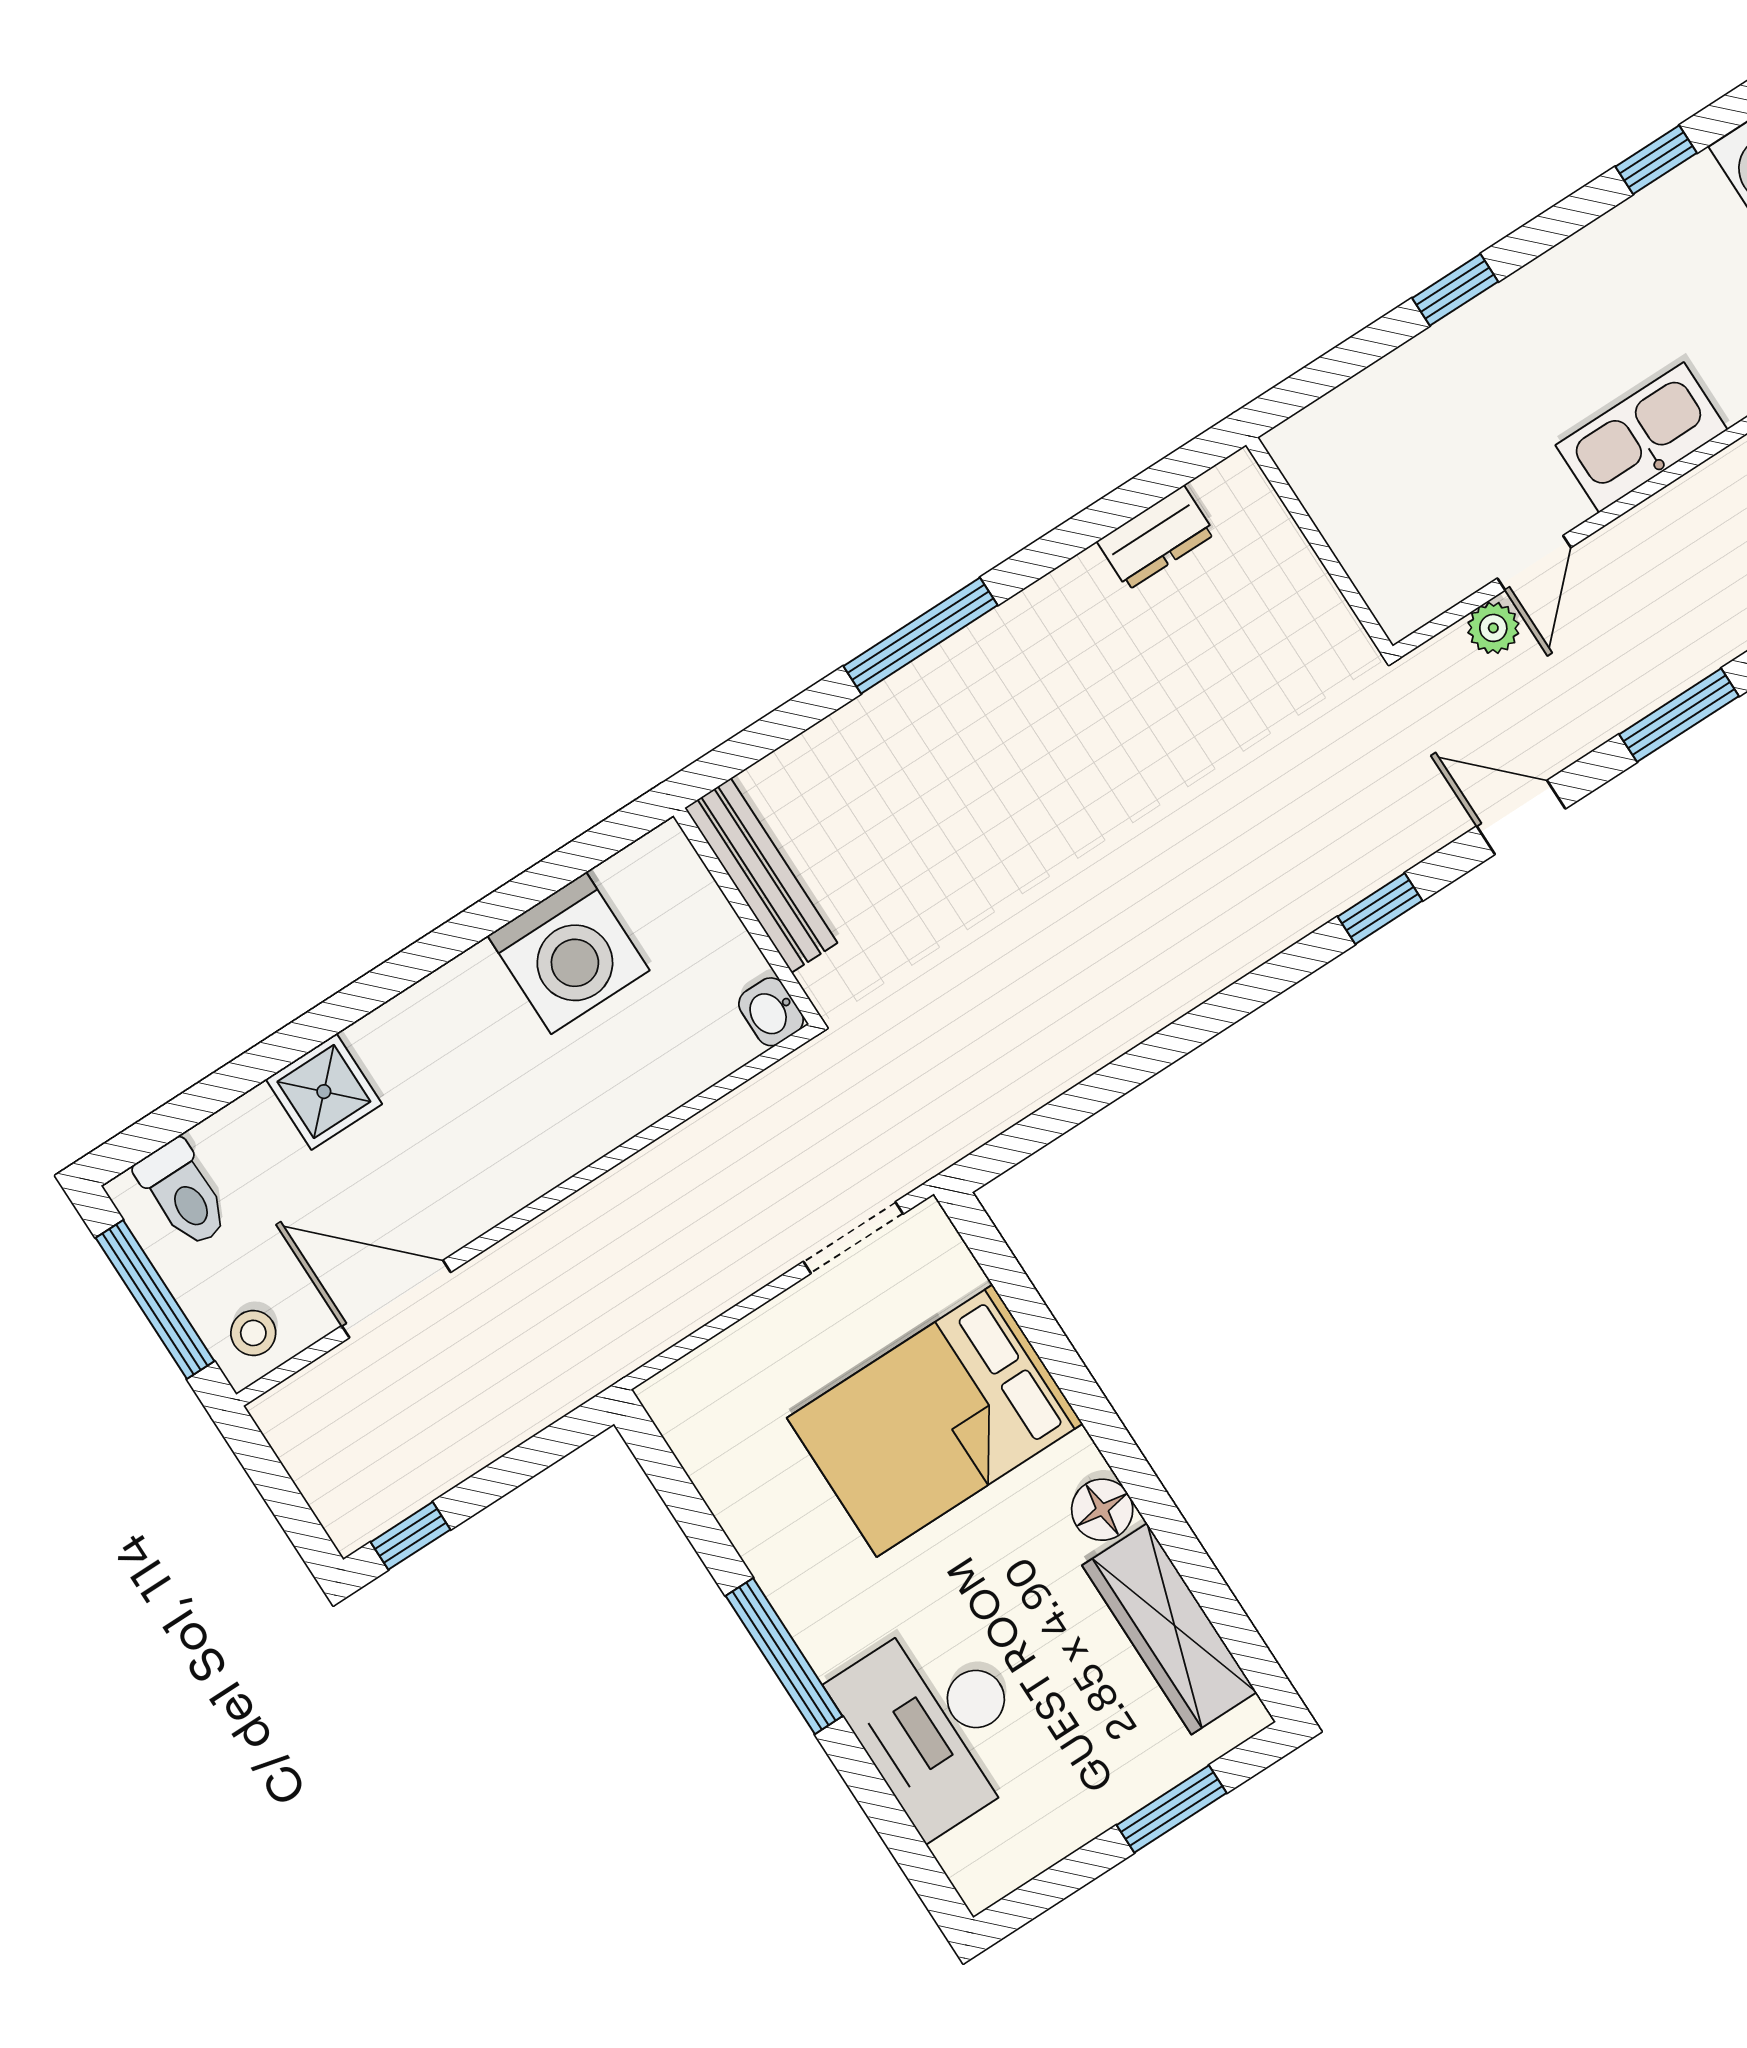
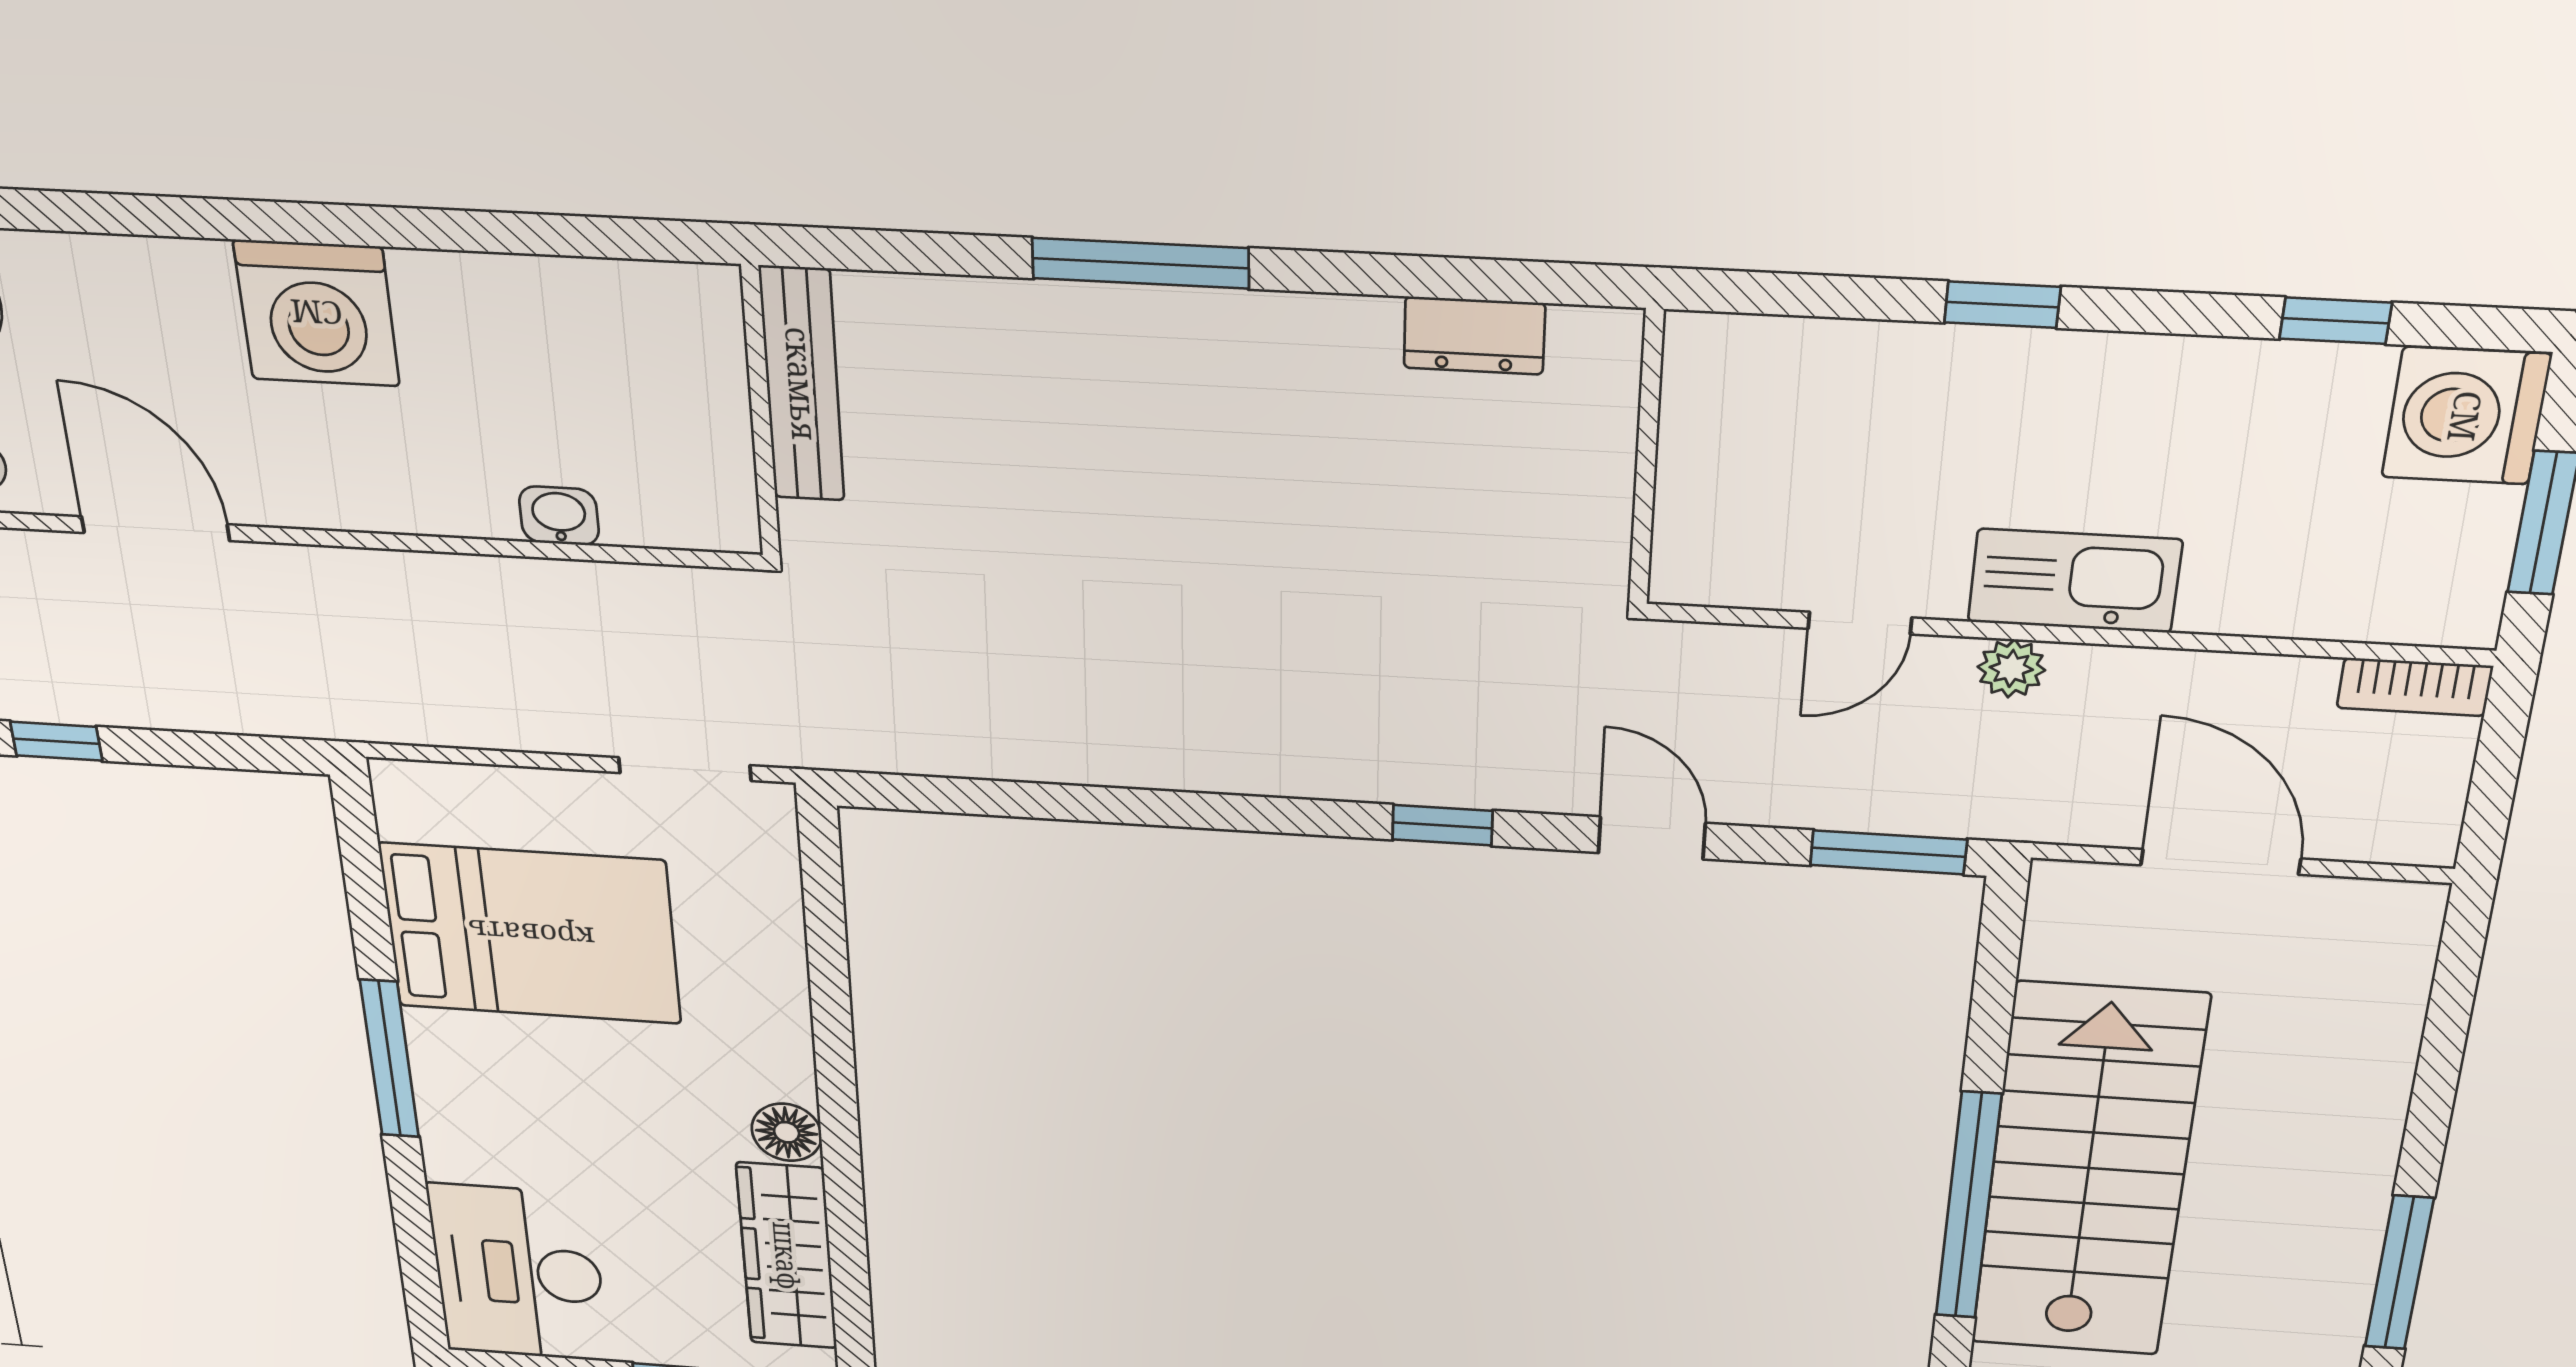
plant: (1493, 628) -> (2011, 668), moved
washing machine: (569, 953) -> (317, 313), moved
washbasin: (771, 1012) -> (559, 516), moved, turned 90
shower: (324, 1092) -> (180, 287), removed
bed: (935, 1421) -> (531, 934), moved, turned 180
desk: (937, 1724) -> (518, 1273), moved

